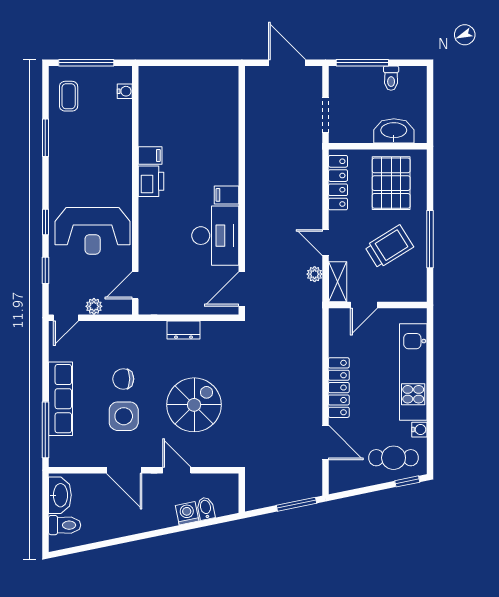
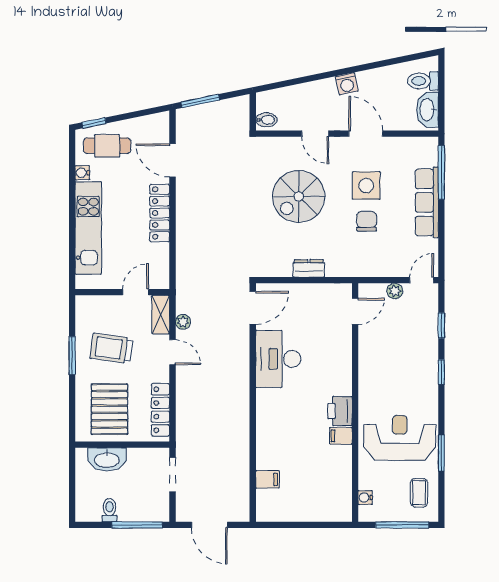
filing cabinet: (226, 195) -> (268, 479), moved
reception desk: (93, 231) -> (400, 438), moved
window: (430, 239) -> (72, 355), width x0.69
trolley: (389, 247) -> (111, 348), turned 40
chair: (123, 379) -> (367, 221), turned -90
bidet: (206, 508) -> (266, 120), moved, turned -78
washing machine: (187, 513) -> (347, 84), moved

